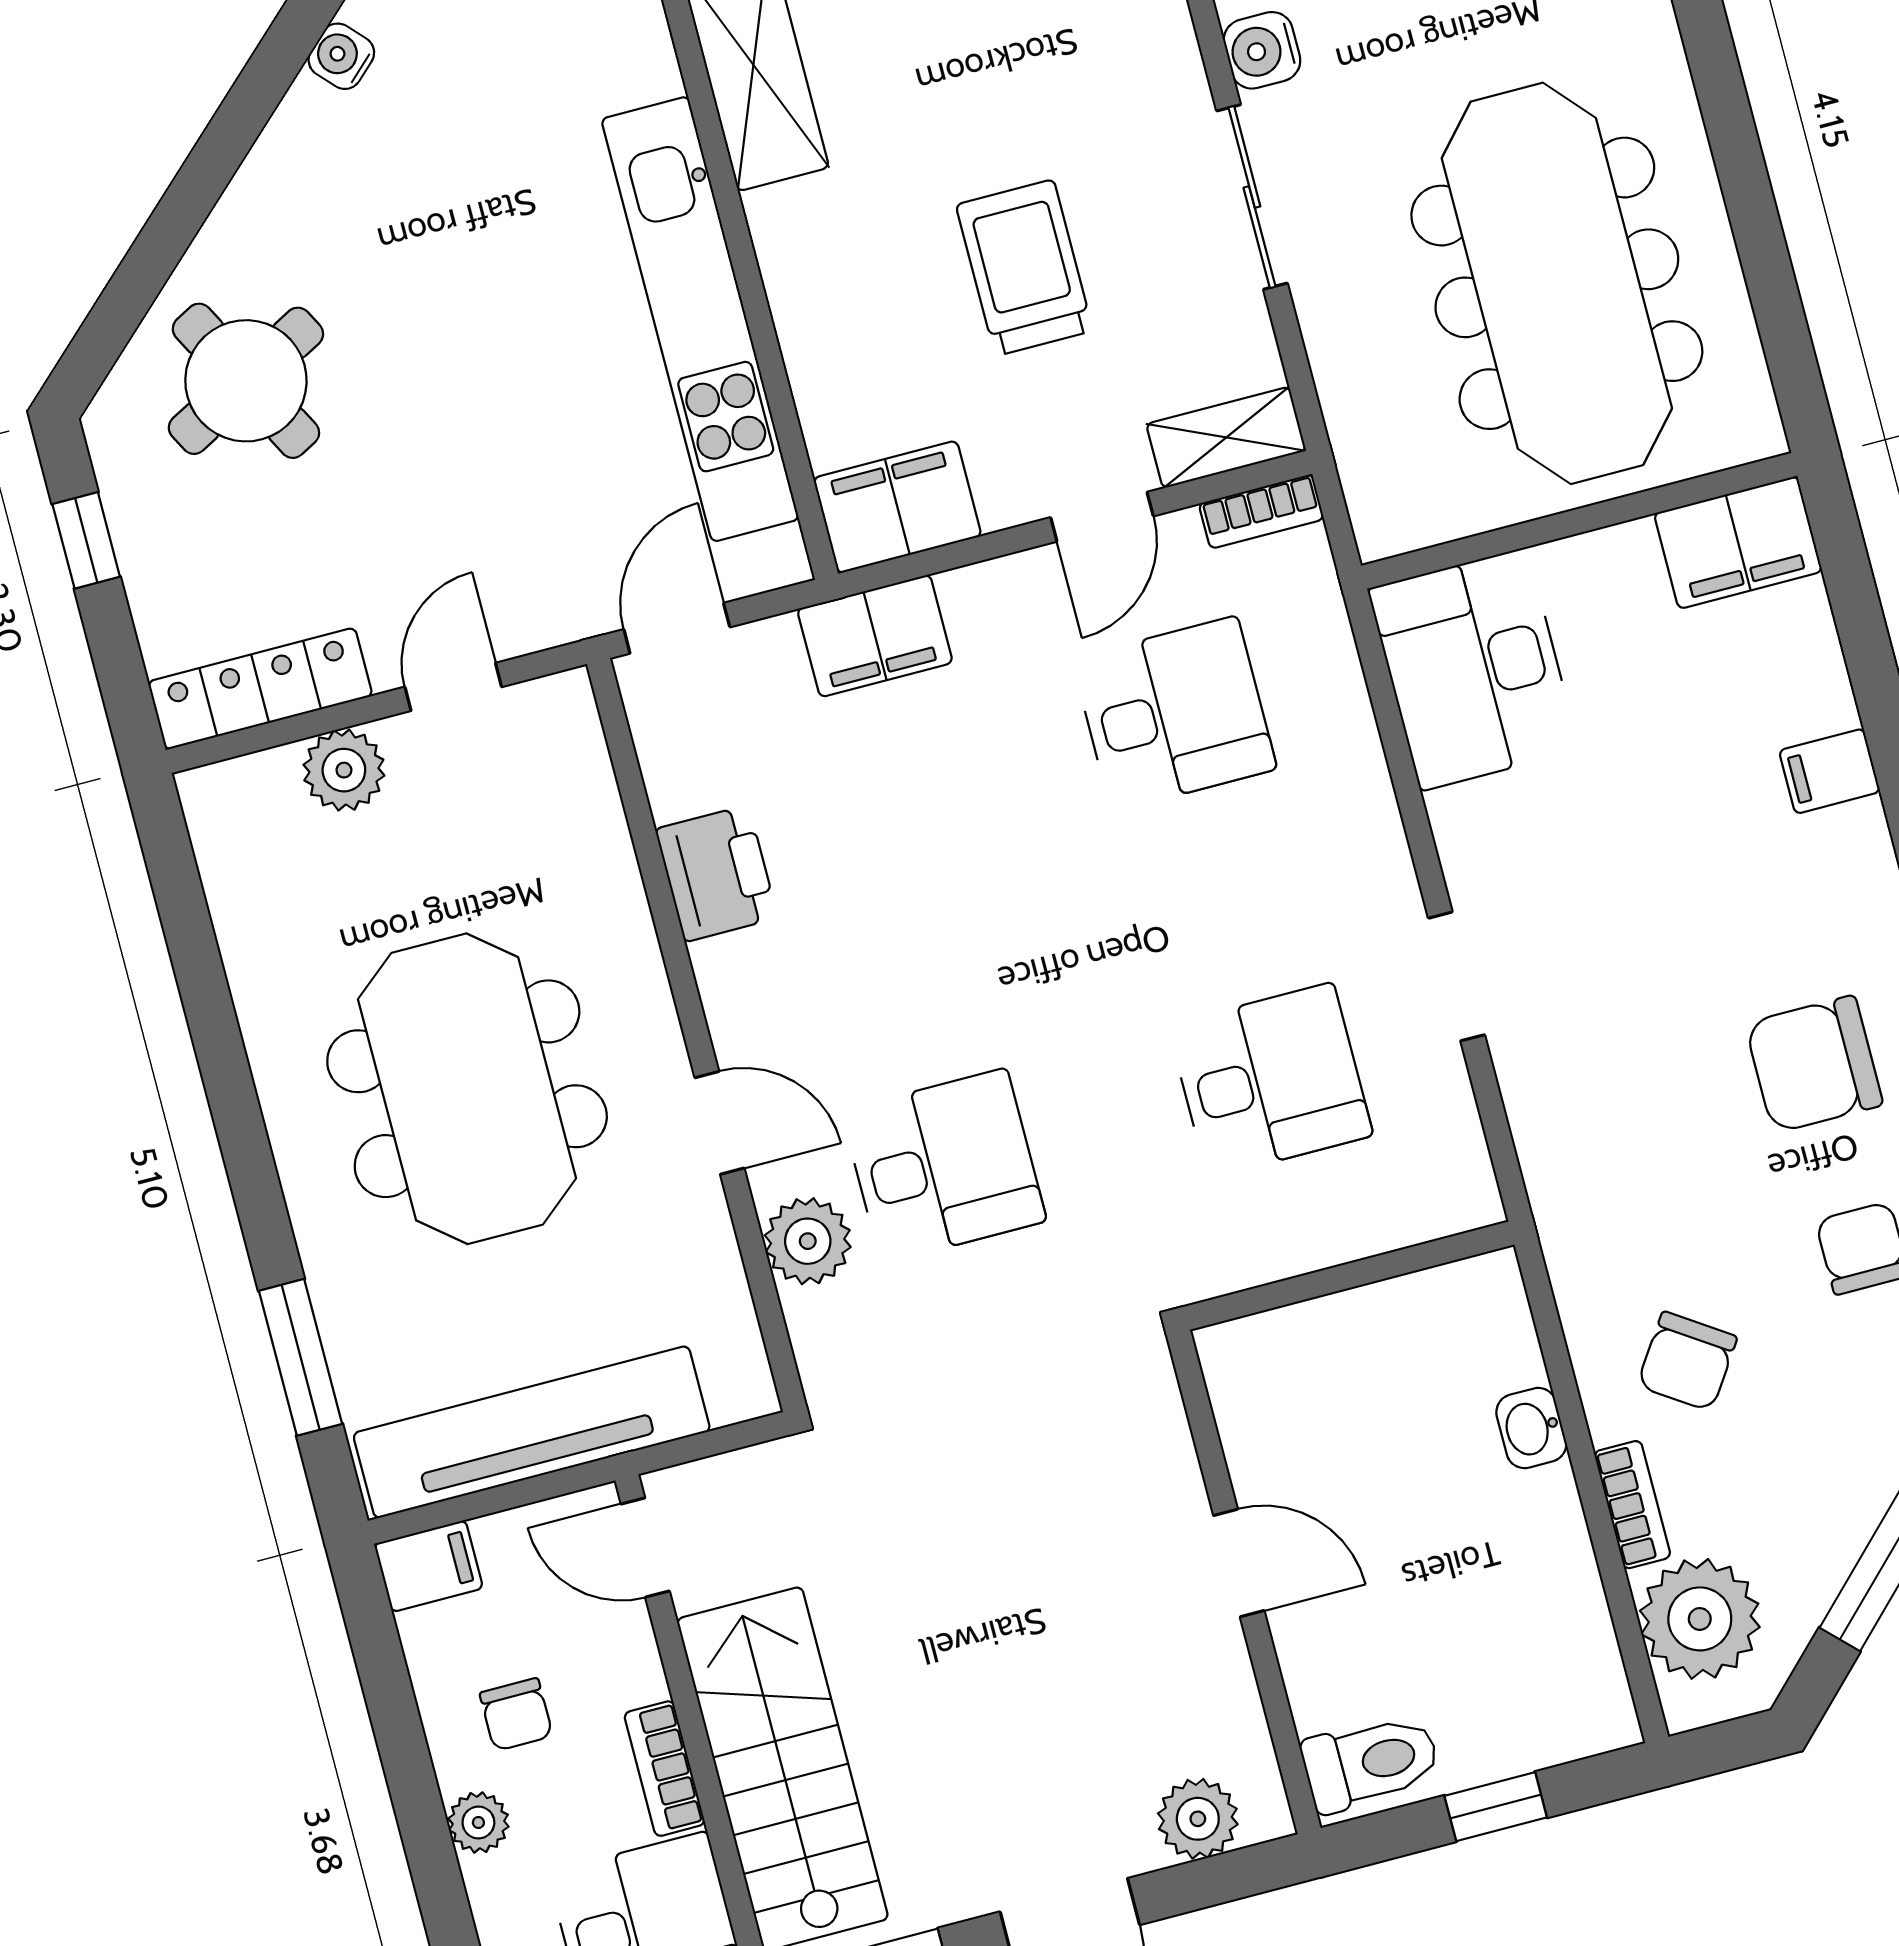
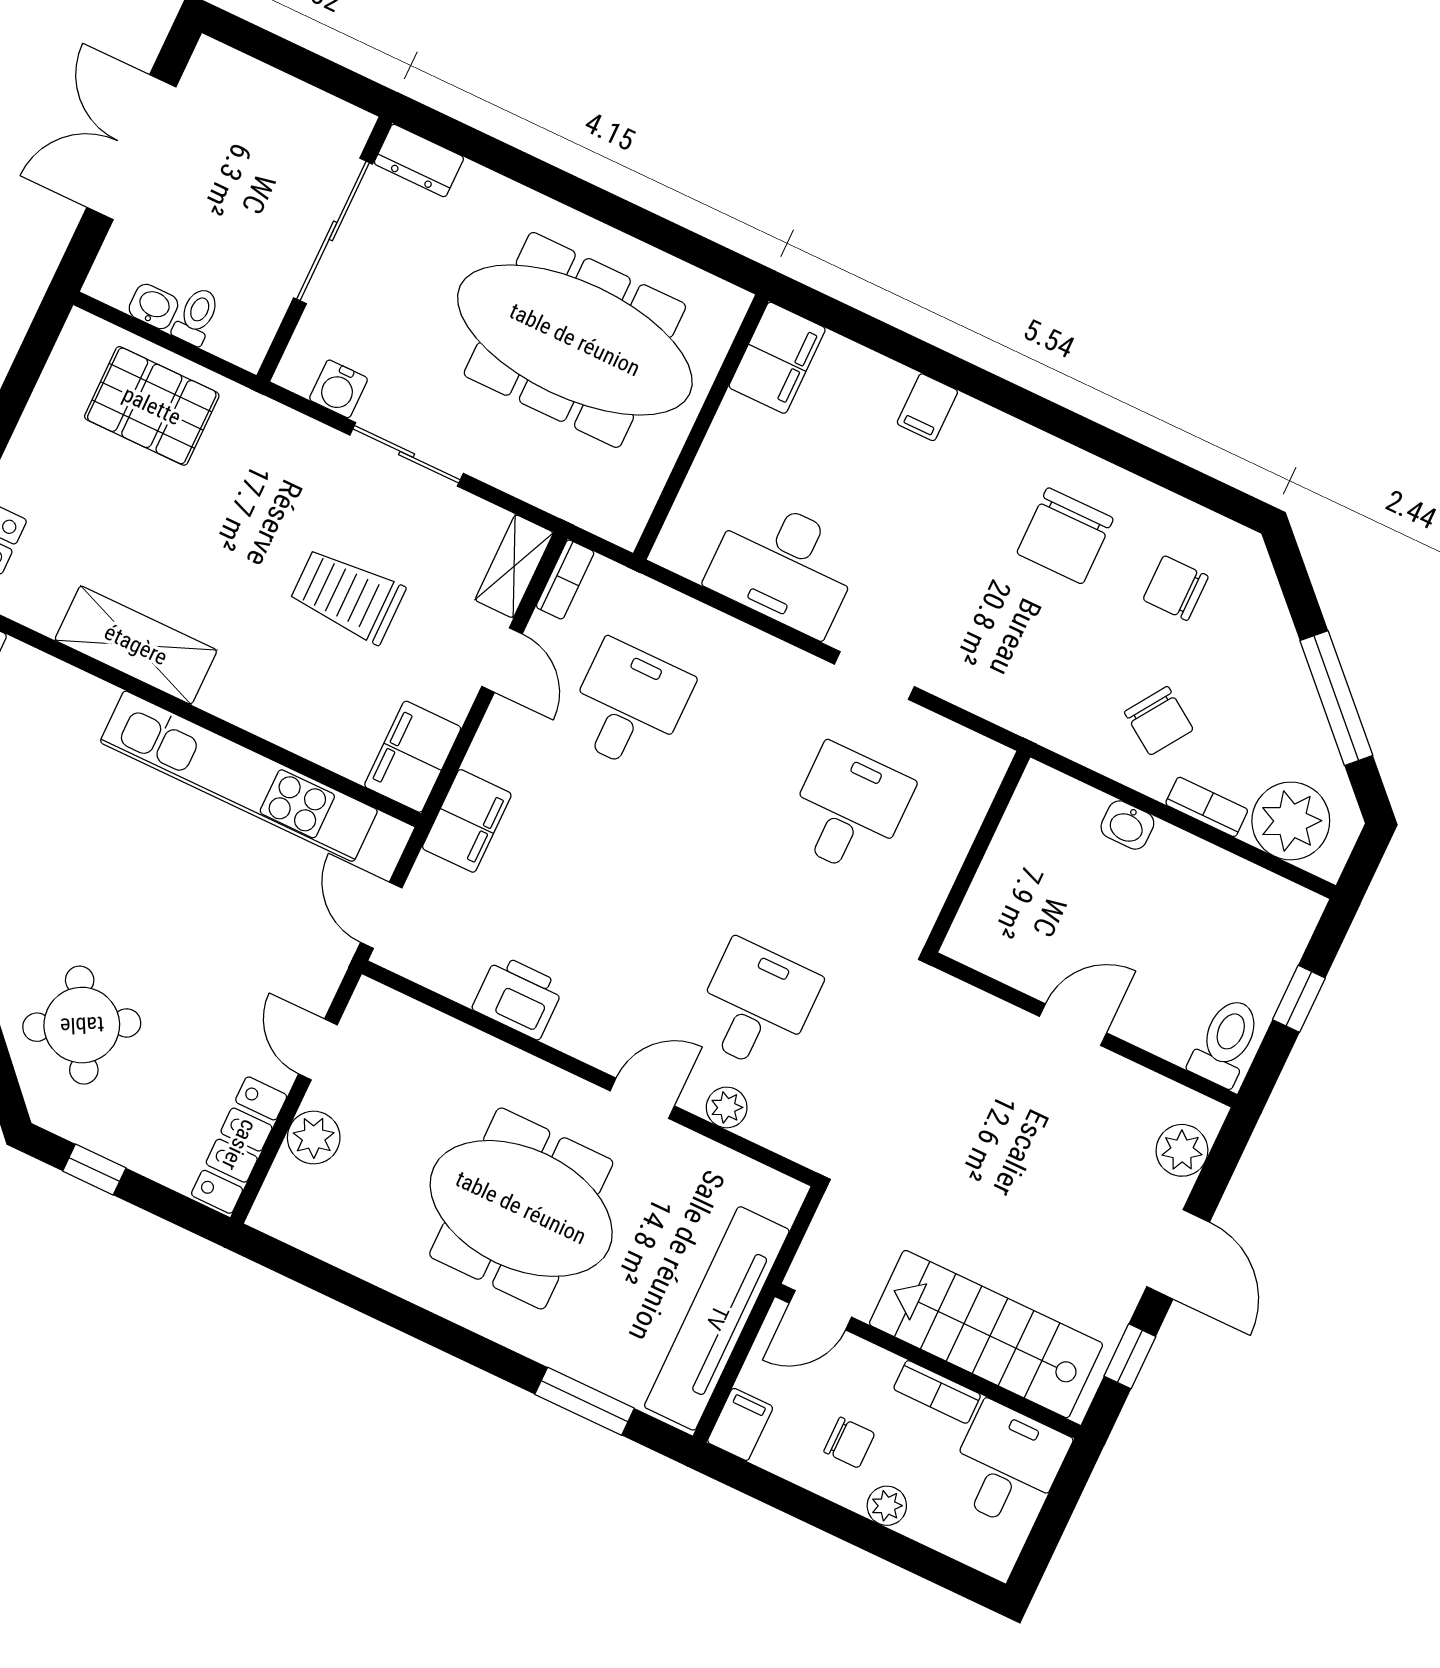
desk: (1473, 669) -> (784, 566), moved
plant: (808, 1241) -> (727, 1107), width x0.73, depth x0.73

